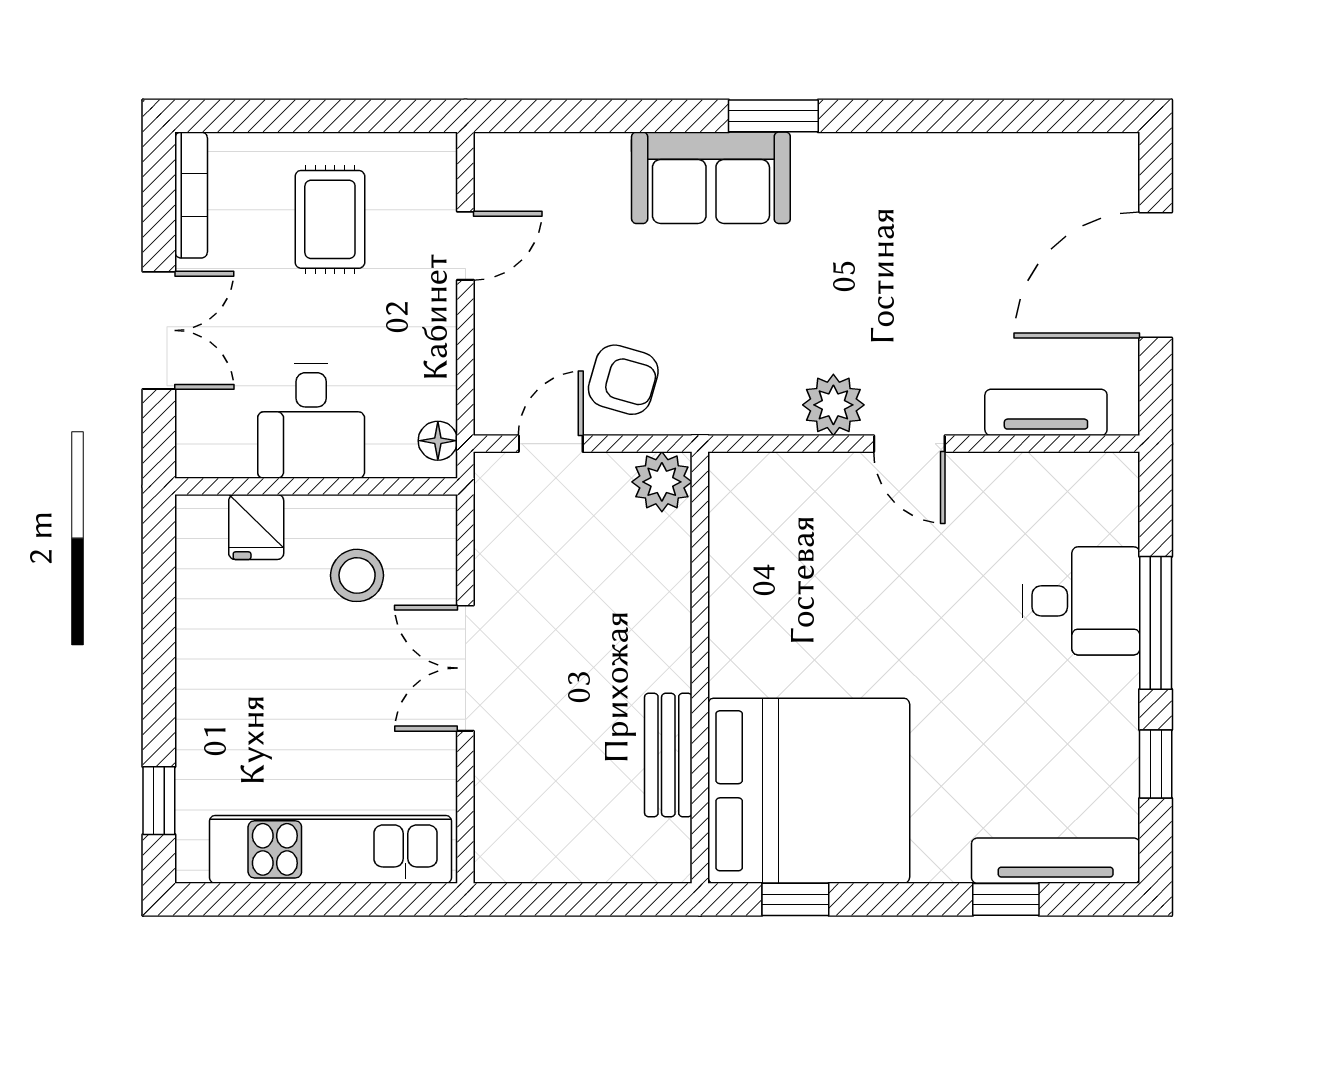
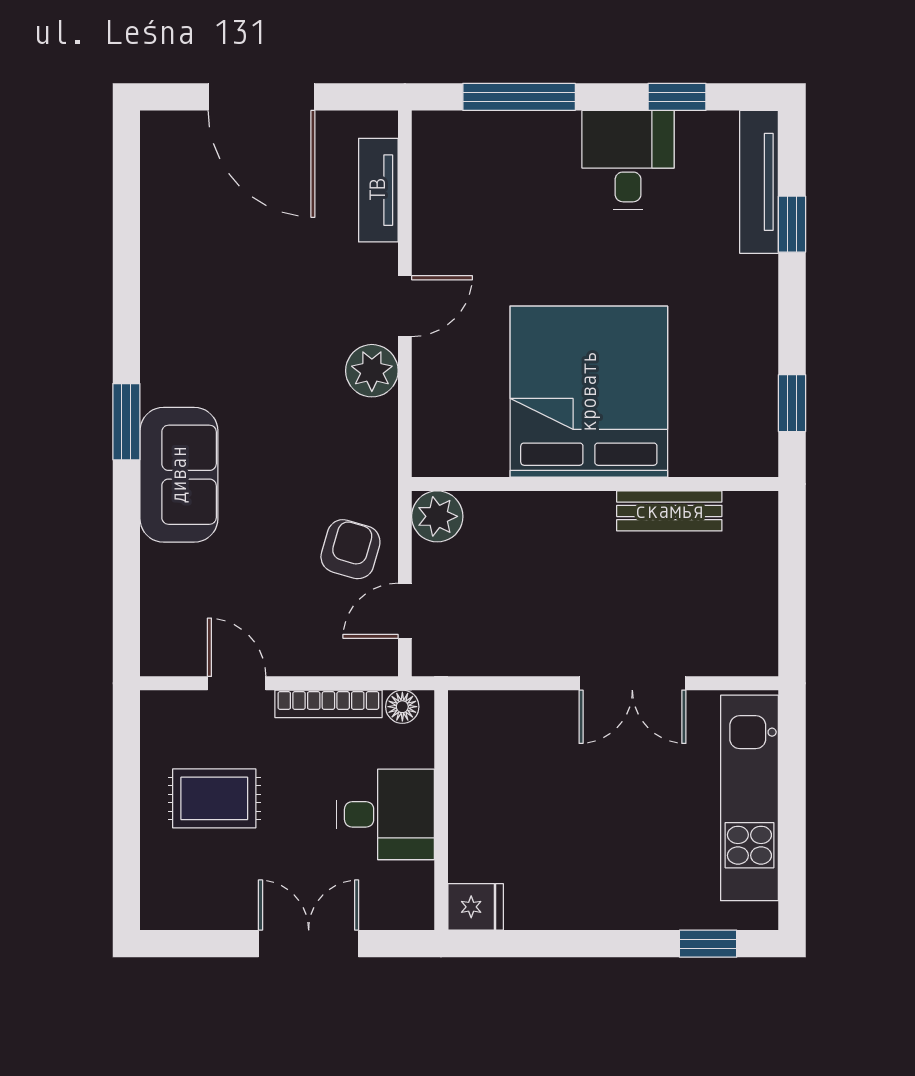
bookcase: (191, 195) -> (328, 704), moved, turned 180
door: (551, 444) -> (405, 611), hinge flipped
fridge: (256, 527) -> (476, 907), moved
stool: (357, 575) -> (517, 775), removed
desk: (1081, 601) -> (628, 160), moved
window: (1156, 623) -> (519, 97), moved
double door: (465, 668) -> (632, 683), moved
bed: (809, 791) -> (589, 392), moved

